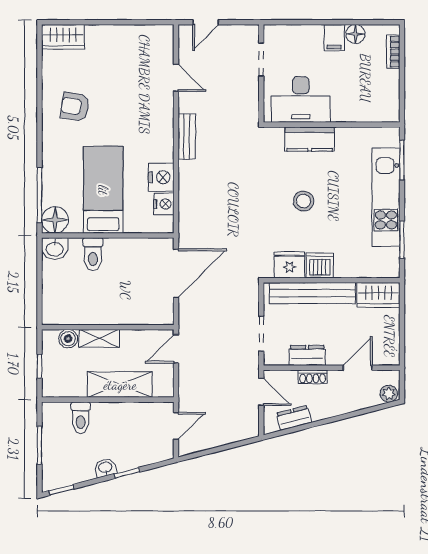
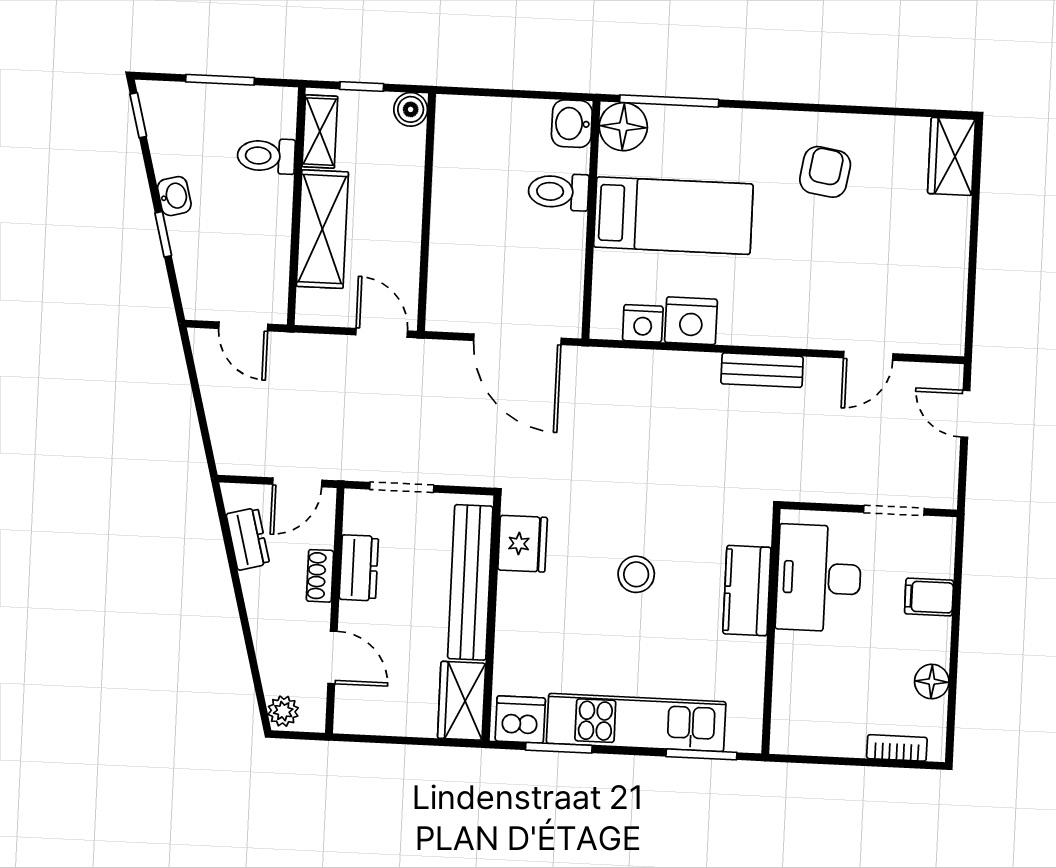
filing cabinet: (334, 38) -> (929, 597), moved
dishwasher: (320, 266) -> (520, 720), moved, turned -90
shelving: (99, 338) -> (320, 132), moved
boiler: (68, 339) -> (411, 109), moved

